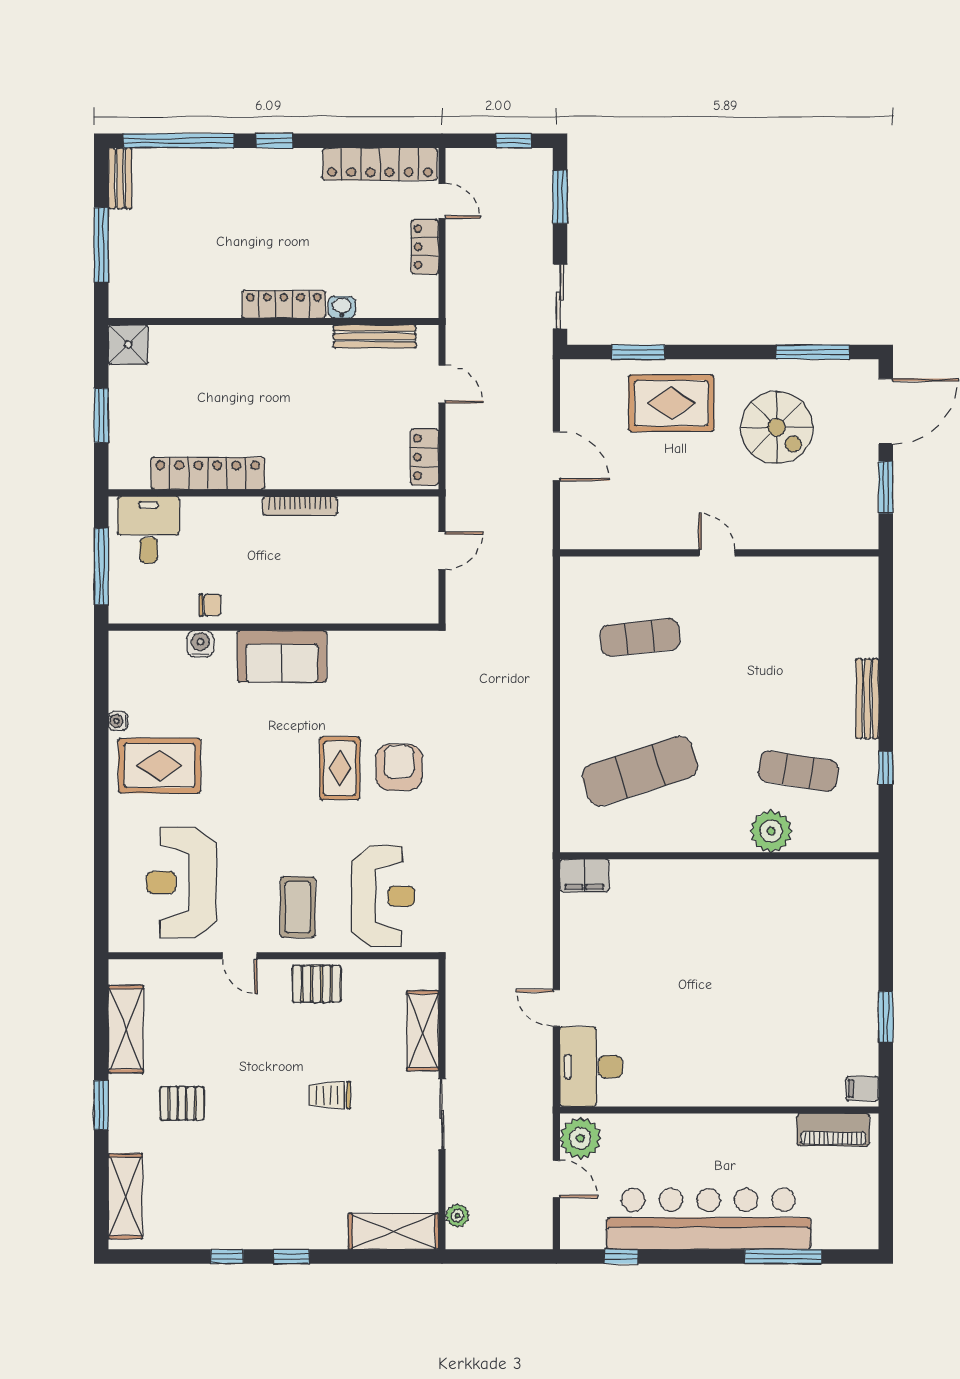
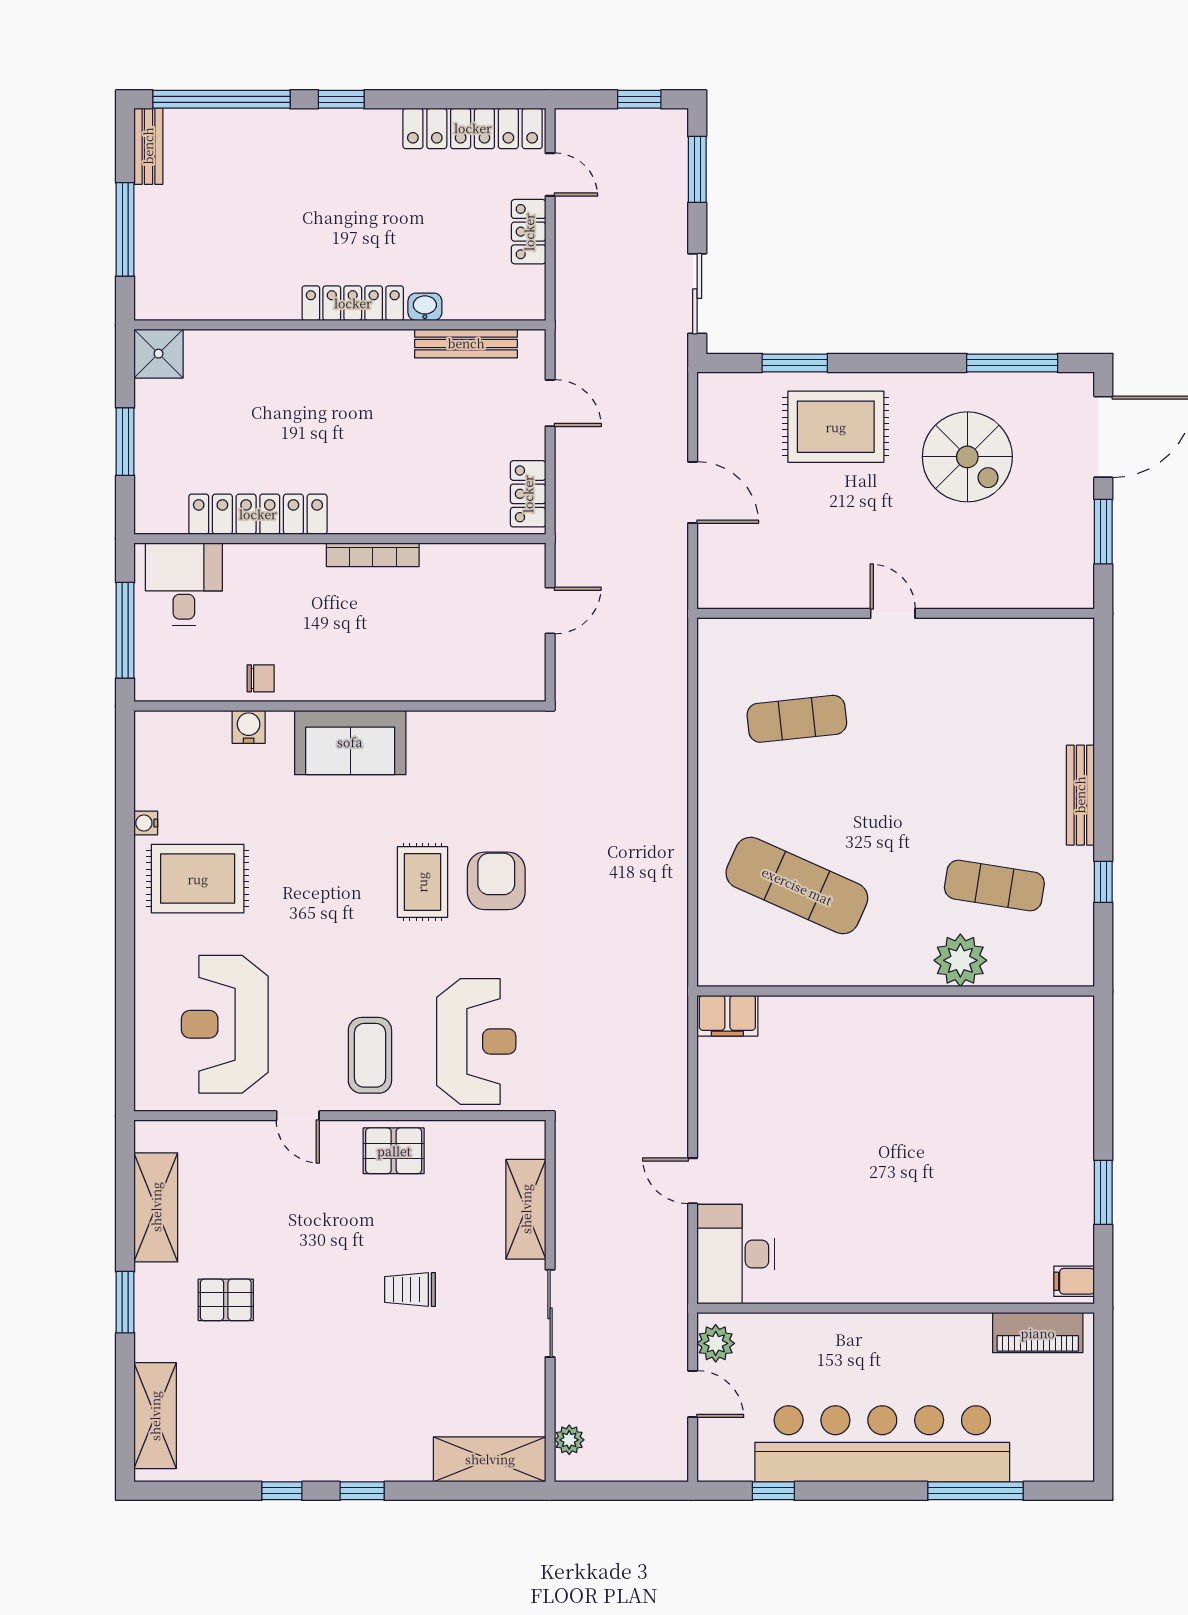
exercise mat: (640, 771) -> (797, 886), turned 42
plant: (580, 1138) -> (716, 1343), width x0.73, depth x0.73

